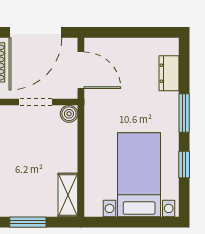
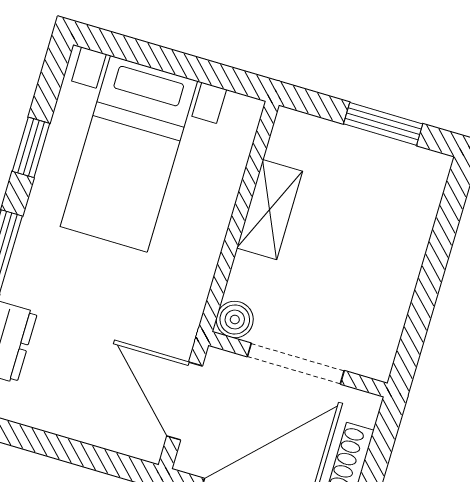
doorway: (35, 102) -> (296, 364), width x1.38
shelving: (68, 195) -> (270, 210), moved

